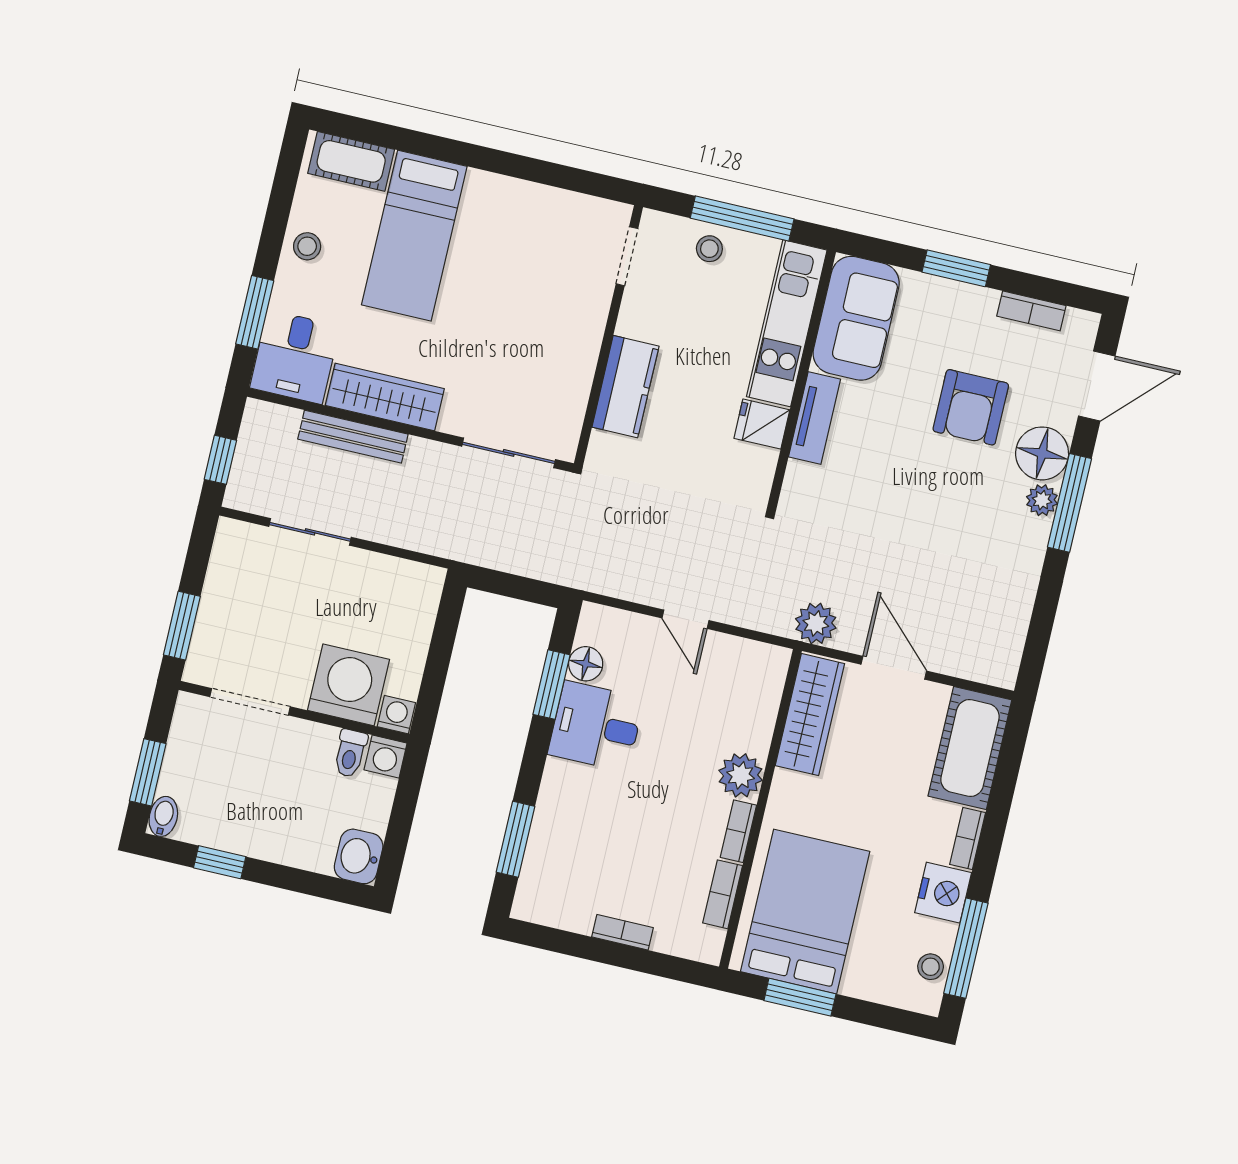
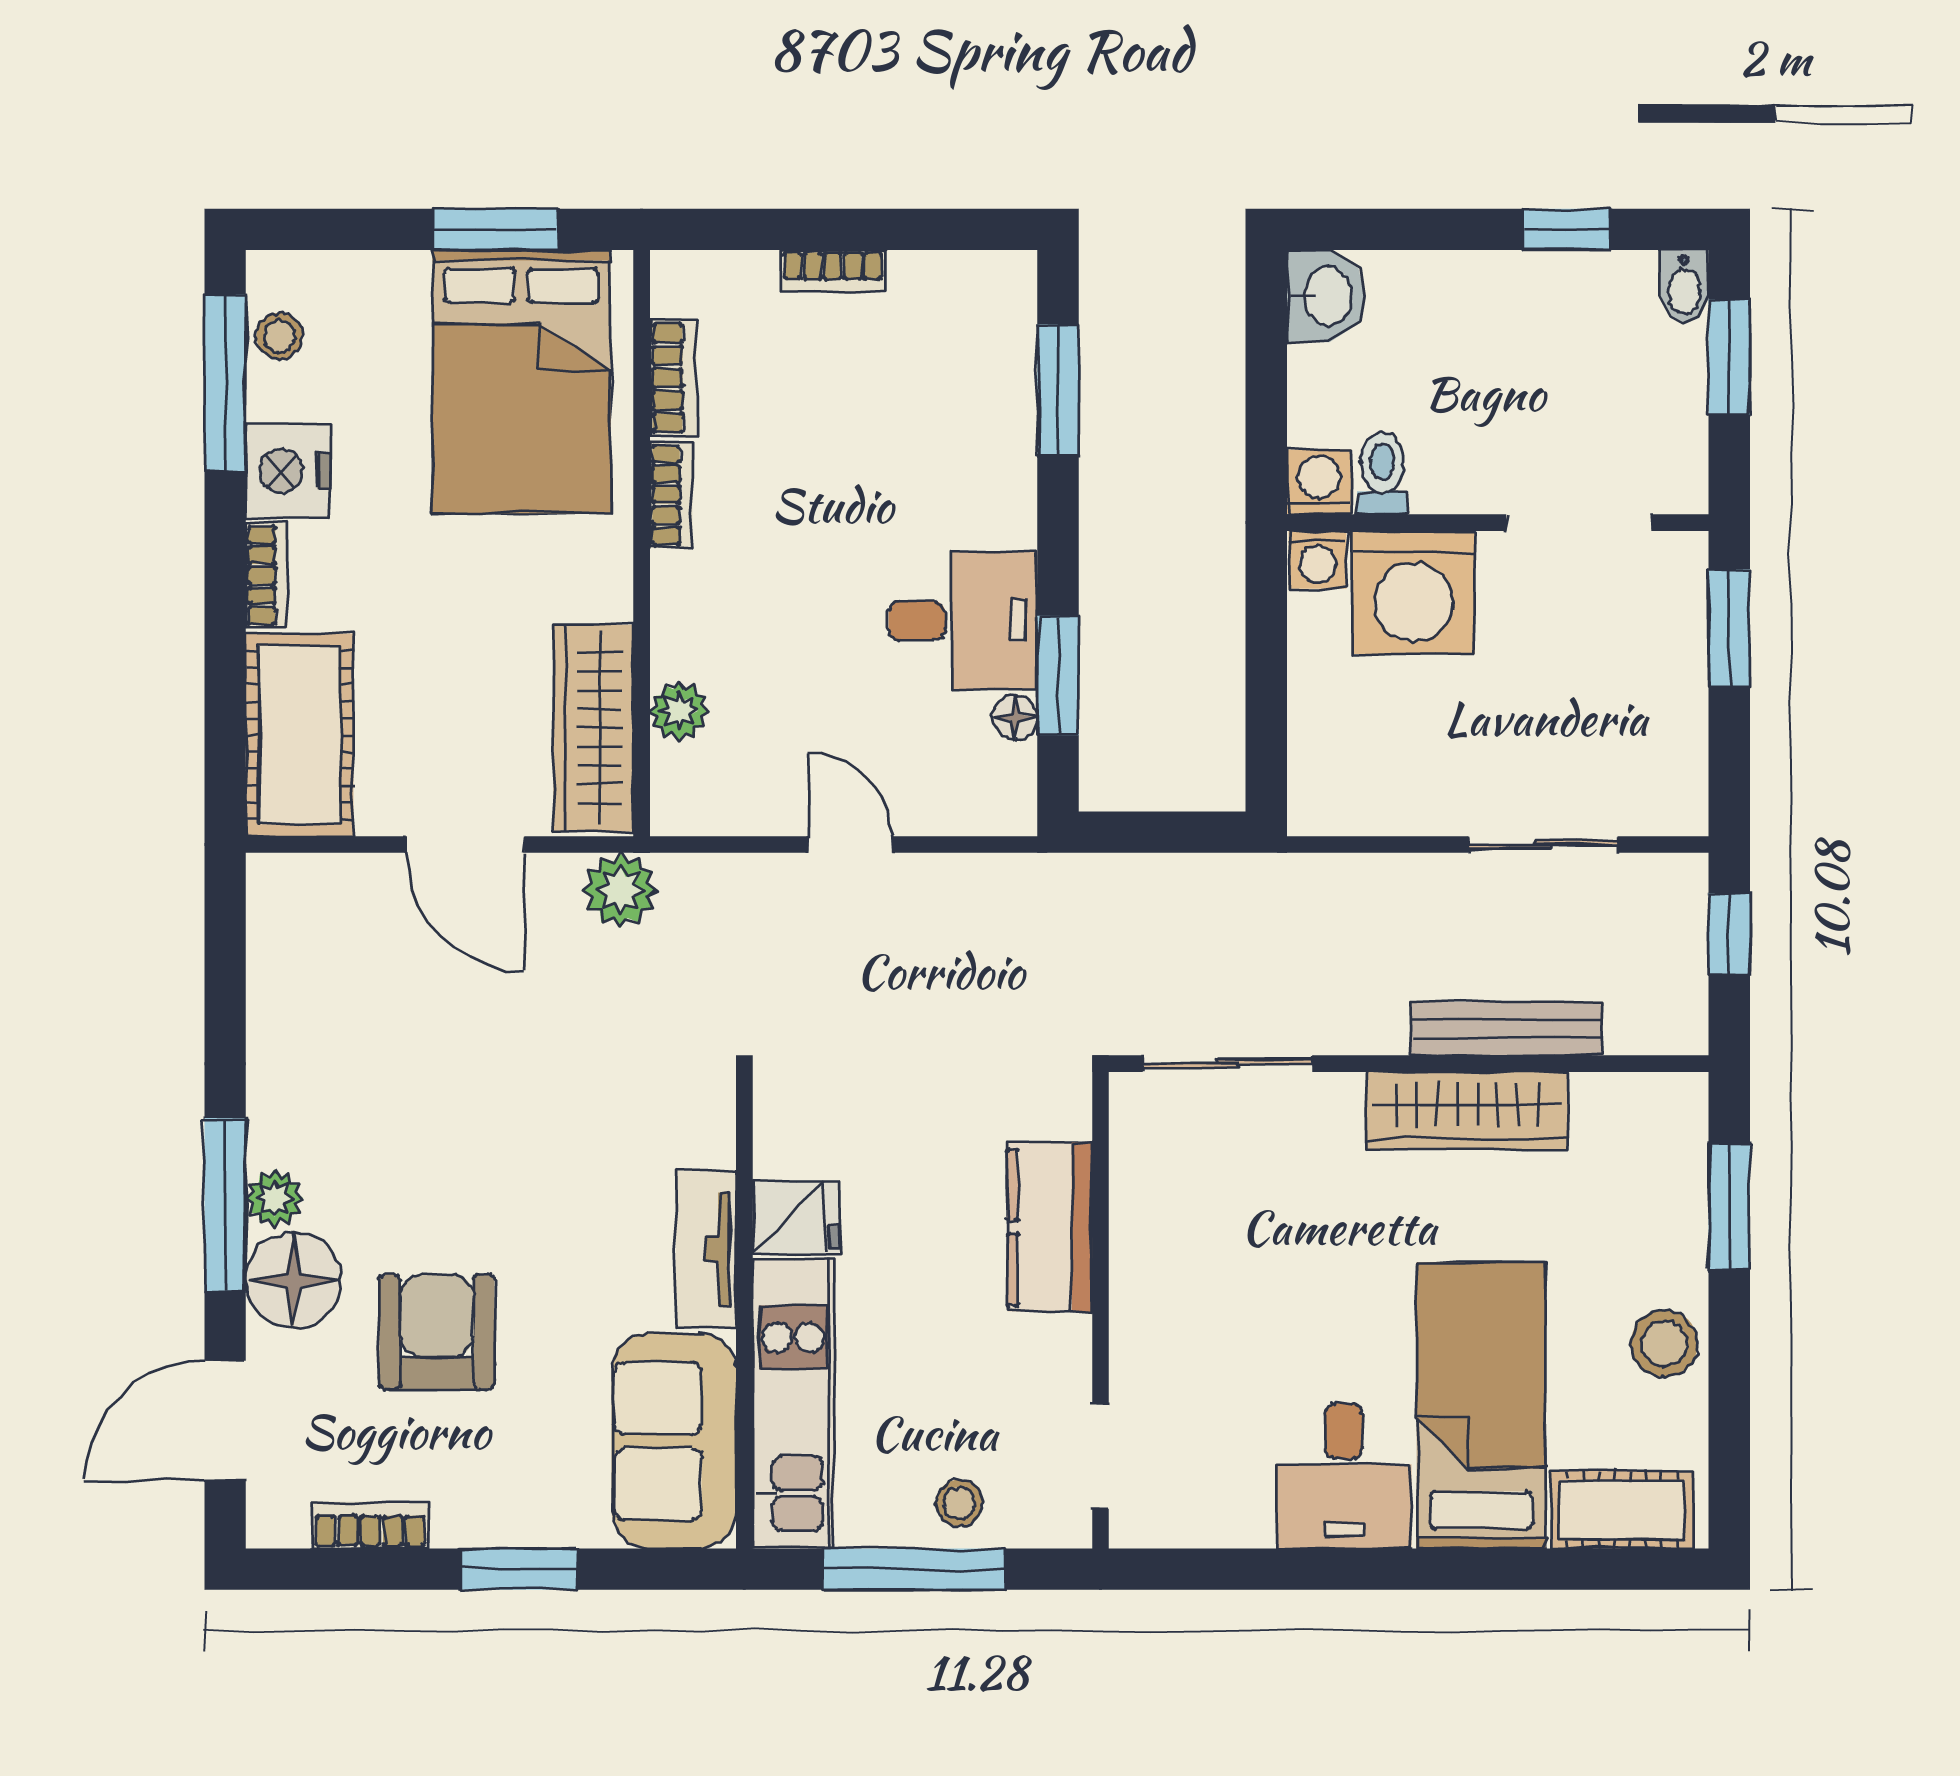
stool: (307, 246) -> (1664, 1343), width x1.37, depth x1.37
desk: (295, 357) -> (1344, 1476), moved, turned 180
floor lamp: (586, 664) -> (1015, 717), width x0.73, depth x0.73
plant: (741, 775) -> (679, 711), moved, width x0.73, depth x0.73

